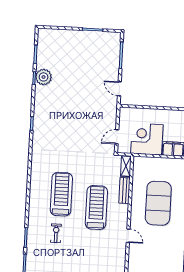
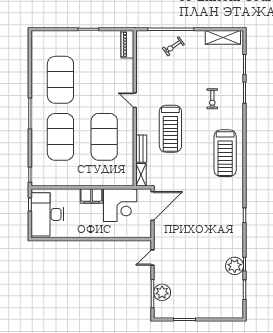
plant: (112, 56) -> (162, 292), added
door: (119, 89) -> (152, 257), swing flipped
door: (117, 137) -> (152, 206), width x1.88
treadmill: (61, 194) -> (225, 153), moved

